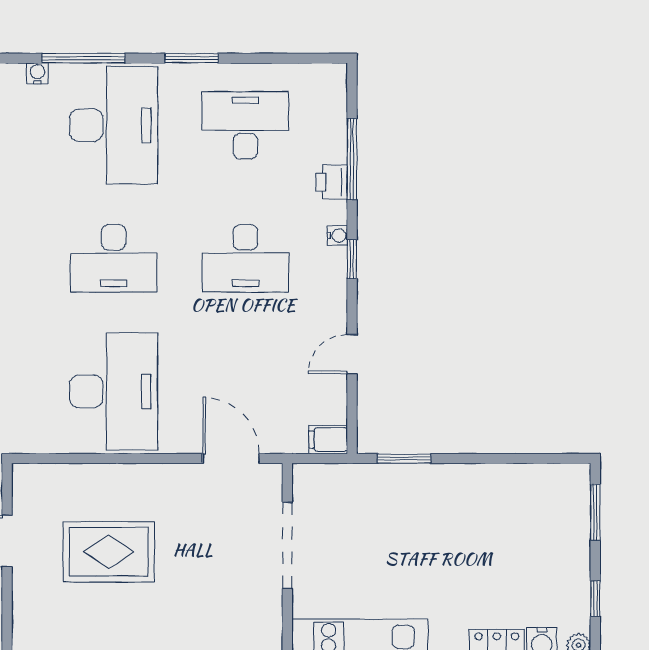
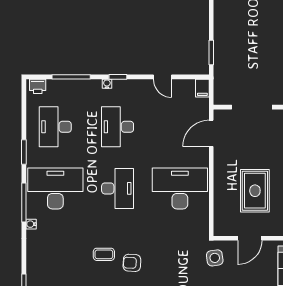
printer: (332, 182) -> (38, 86), moved
desk: (245, 258) -> (118, 127), turned 180

